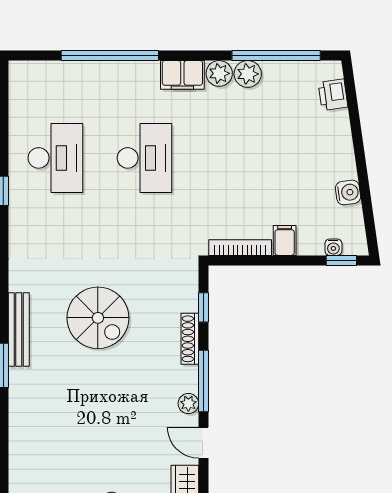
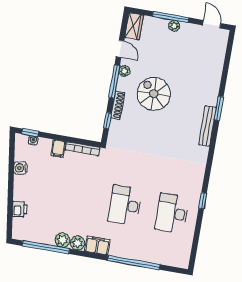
printer: (333, 95) -> (20, 209), moved
spiral stairs: (98, 318) -> (154, 94), moved

